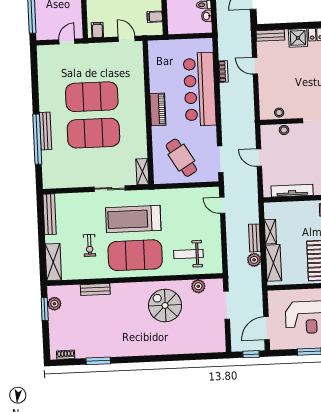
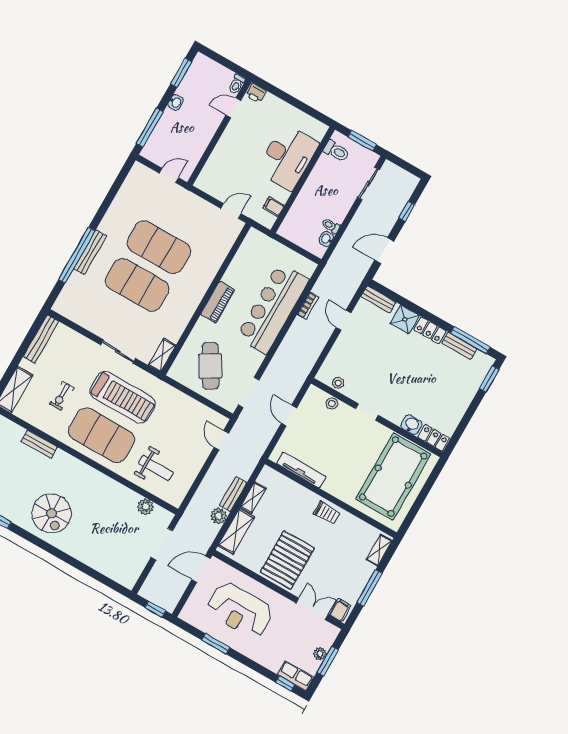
filing cabinet: (97, 30) -> (207, 183), removed
door: (127, 39) -> (231, 211), hinge flipped
treadmill: (133, 219) -> (123, 397), turned 180
weight bench: (188, 254) -> (156, 468), turned 180
spiral stairs: (165, 305) -> (51, 513), moved, turned 180
door: (266, 328) -> (201, 569), moved

